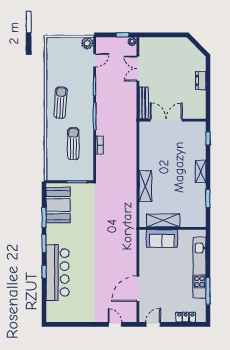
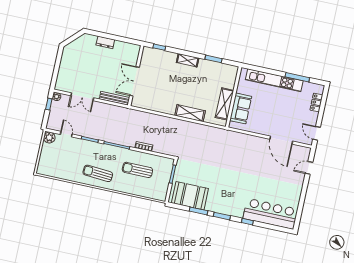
bar counter: (58, 273) -> (270, 214), moved

